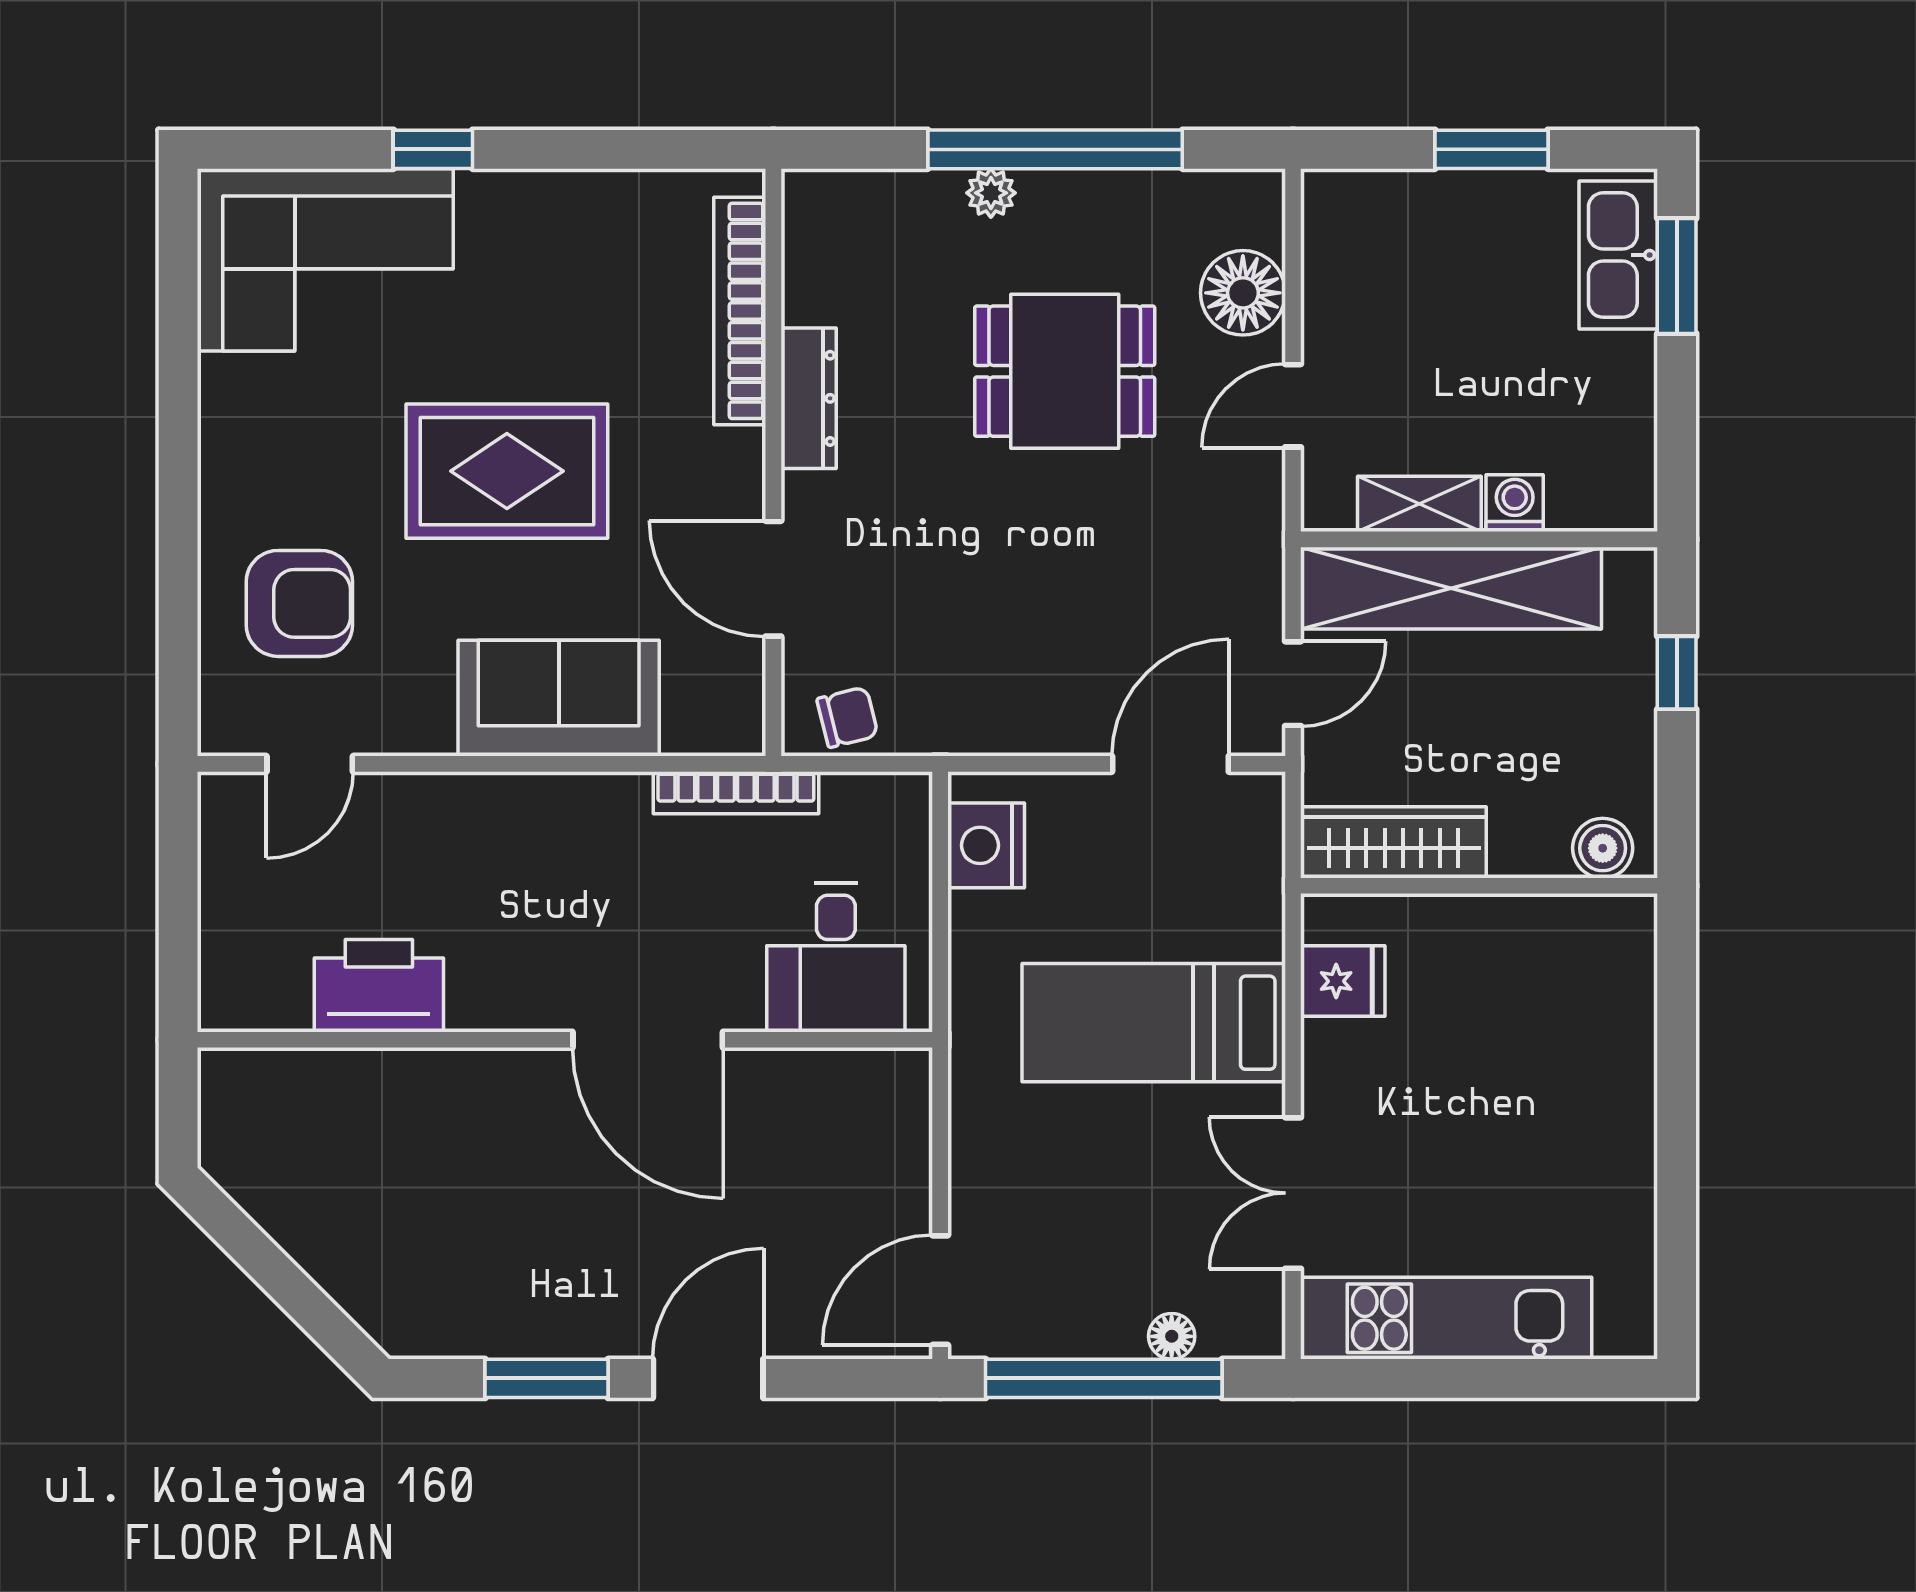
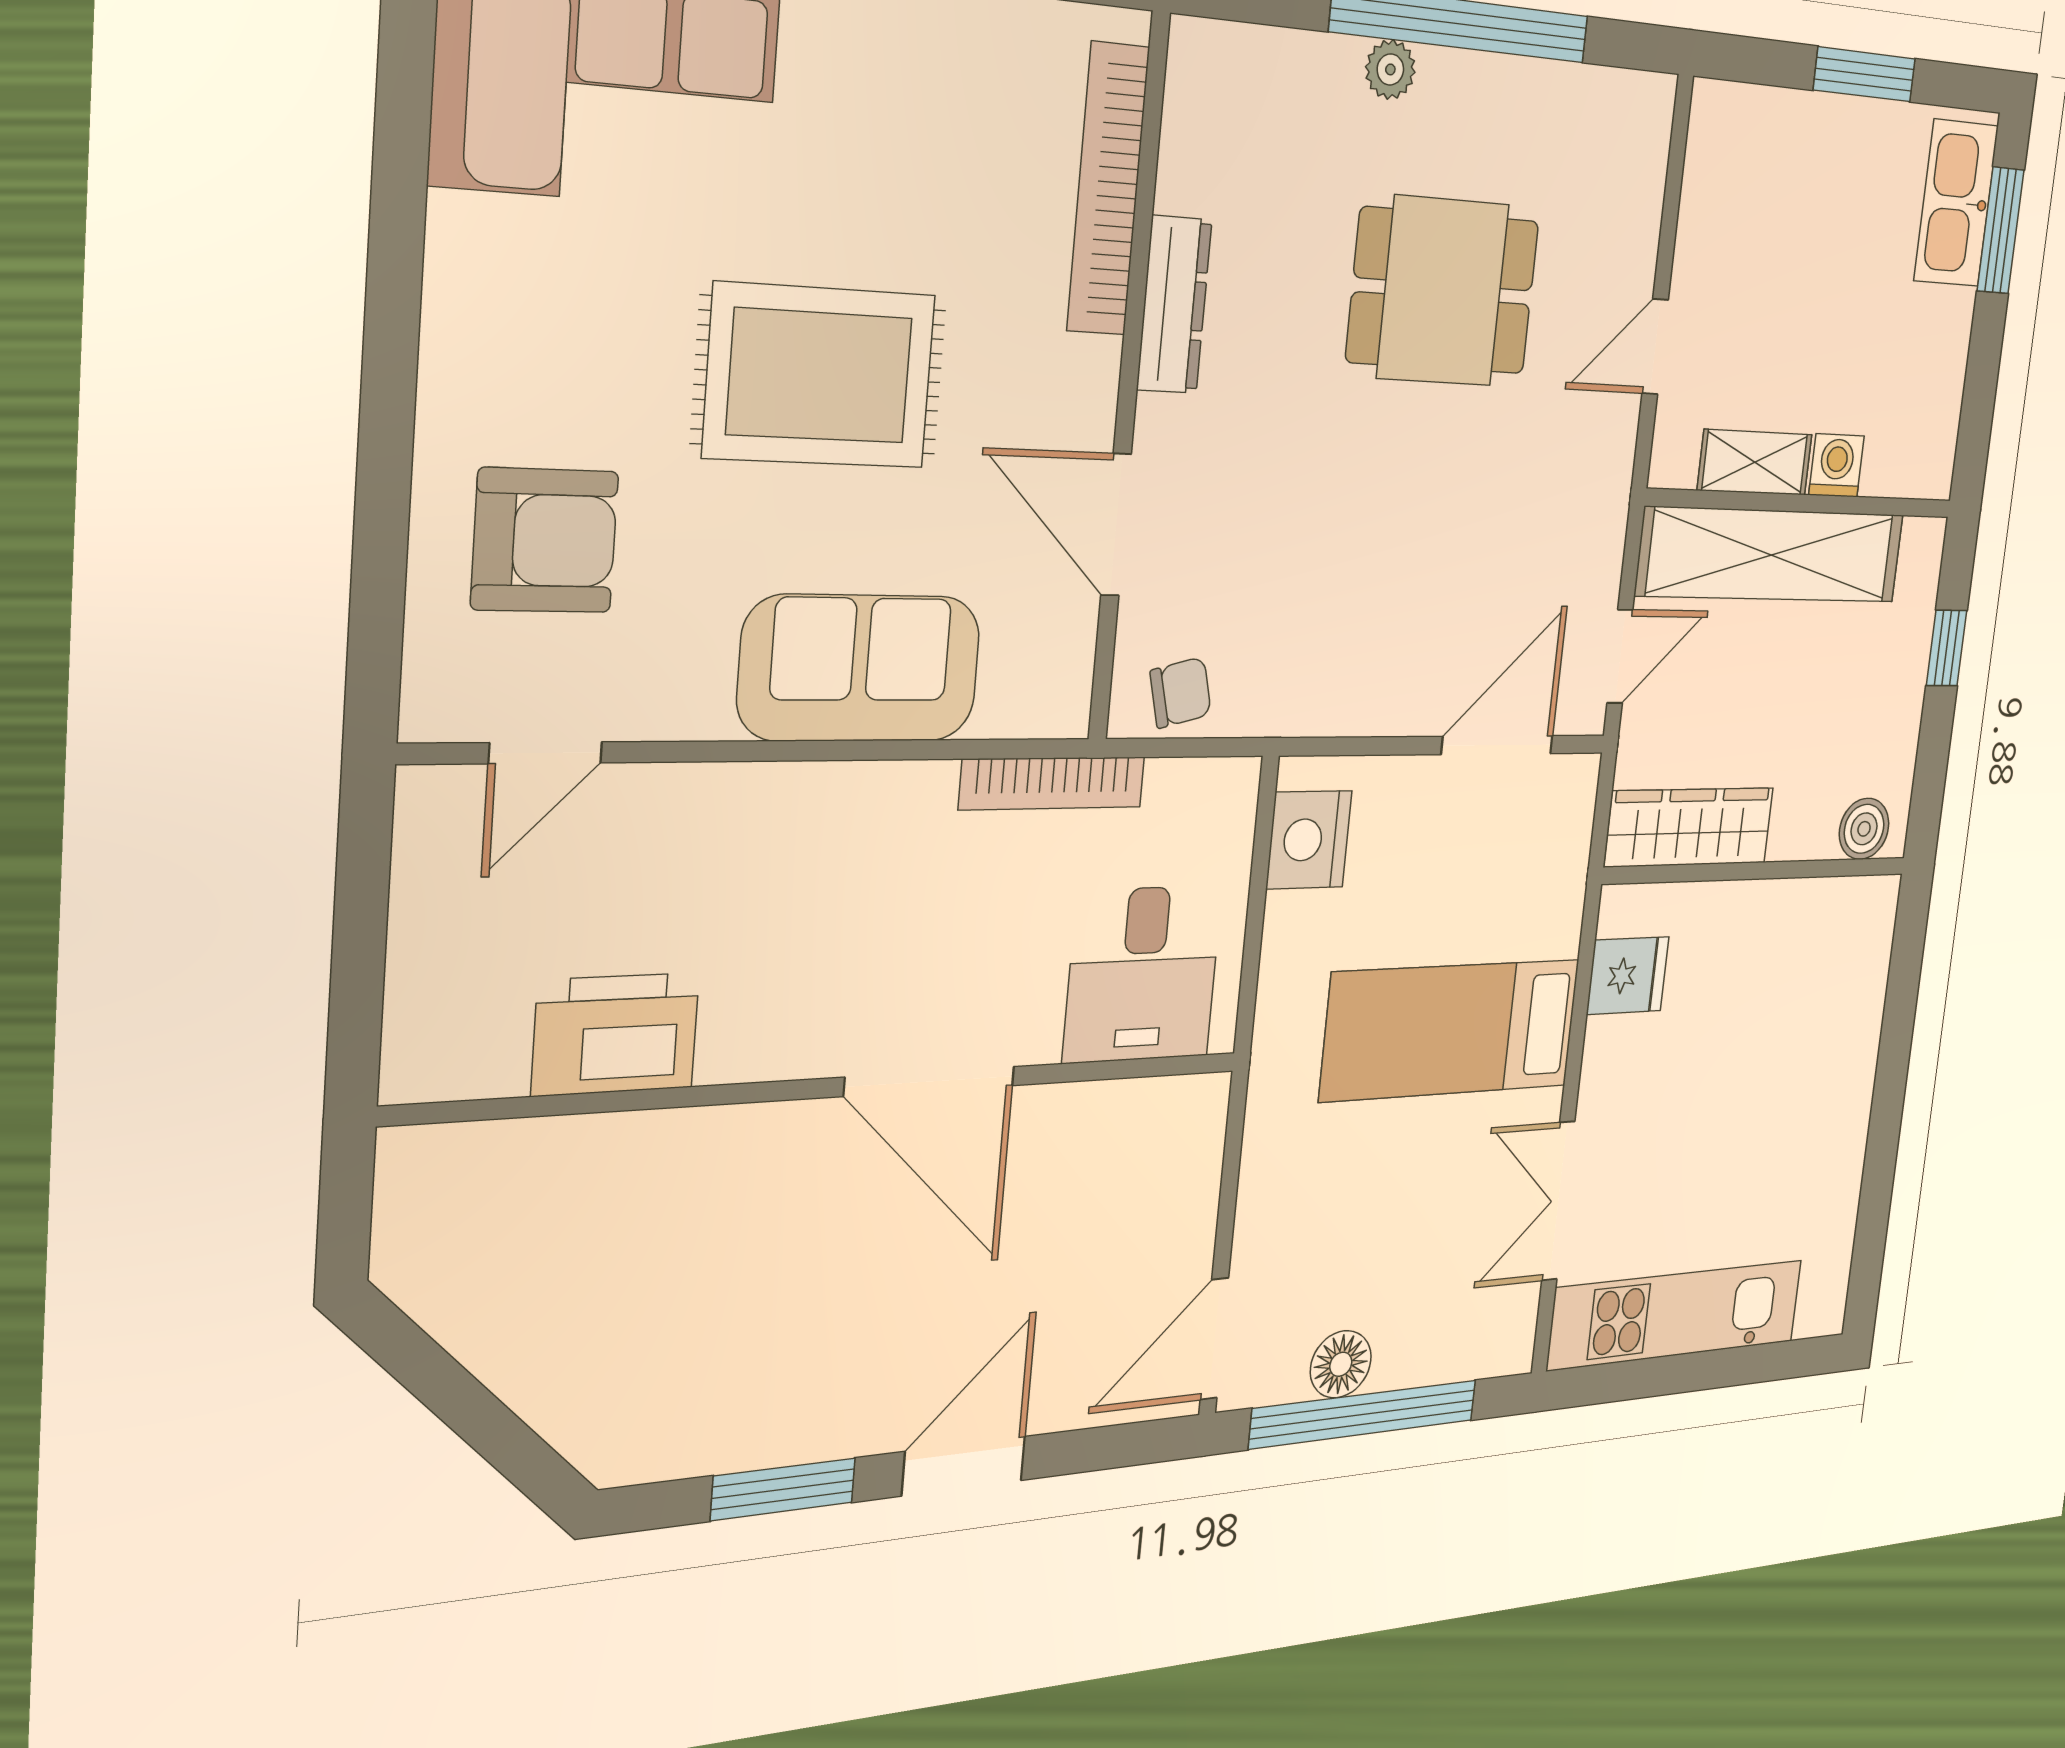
floor lamp: (1243, 293) -> (1624, 214), removed
floor lamp: (1172, 1336) -> (1341, 1364), moved, width x1.37, depth x1.37

